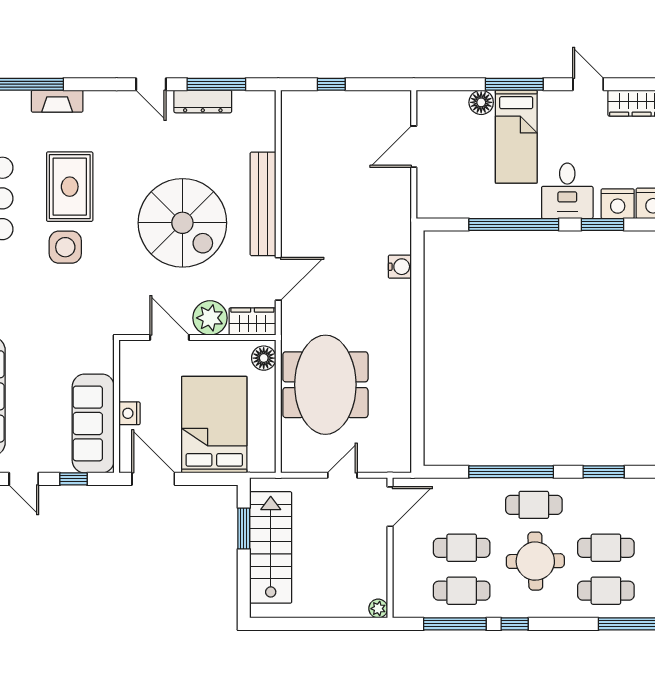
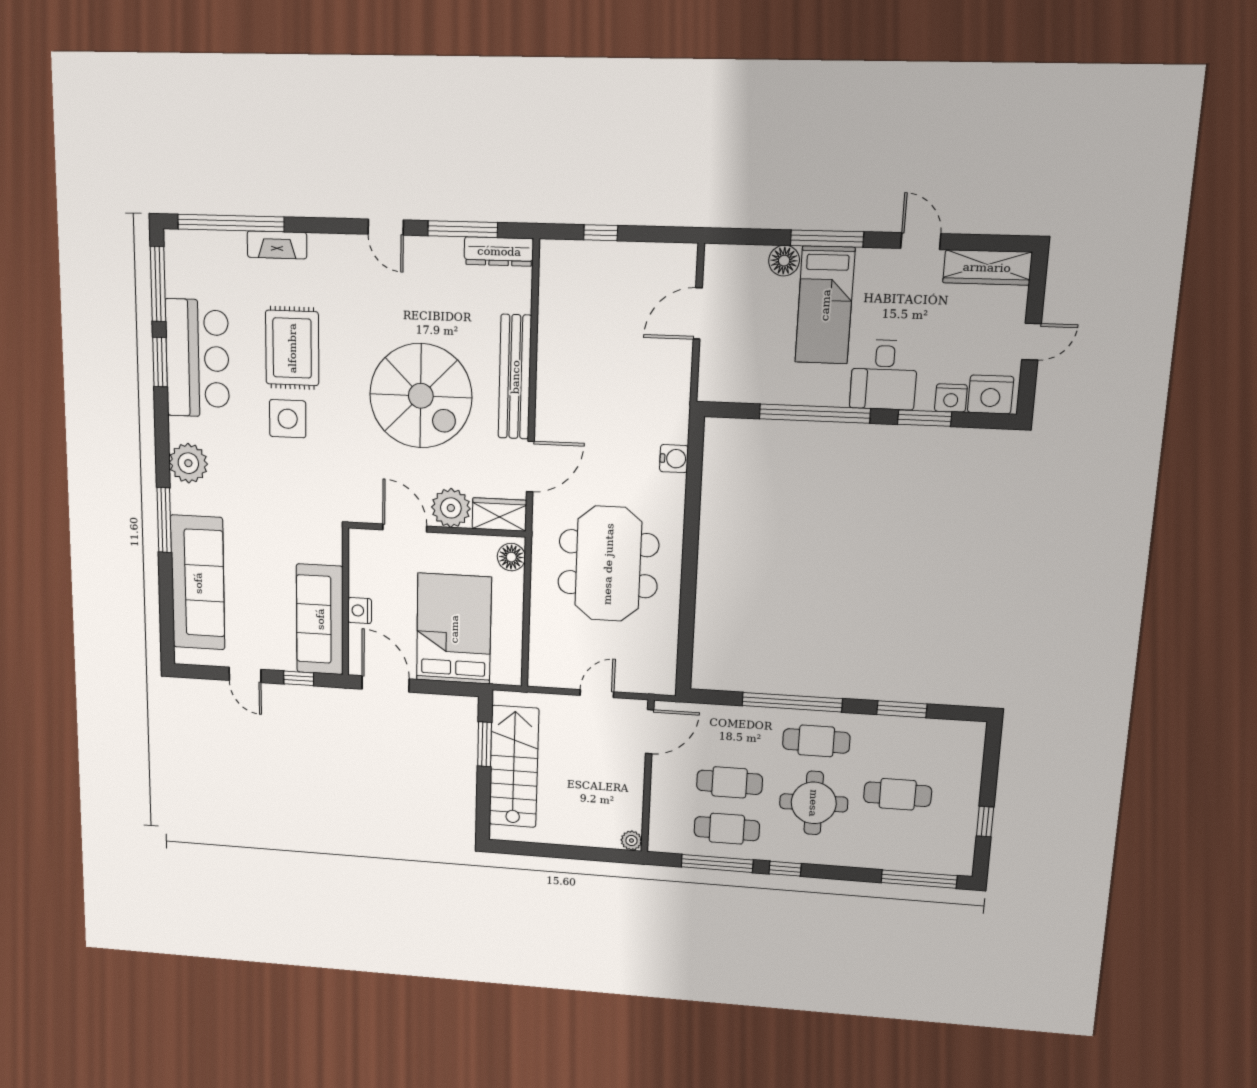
dresser: (203, 101) -> (499, 251), moved
nightstand: (618, 204) -> (951, 398), width x0.74, depth x0.75
meeting table: (325, 385) -> (608, 564), moved
cafe table: (606, 591) -> (894, 841), removed

